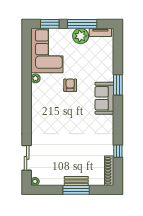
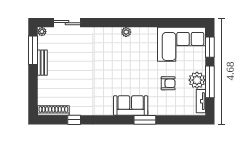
plant: (35, 78) -> (126, 32), moved
armchair: (70, 85) -> (168, 83), moved
bench: (76, 181) -> (42, 63), moved
window: (76, 190) -> (33, 50), moved

